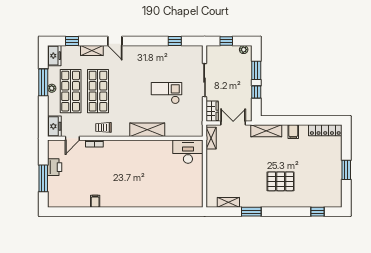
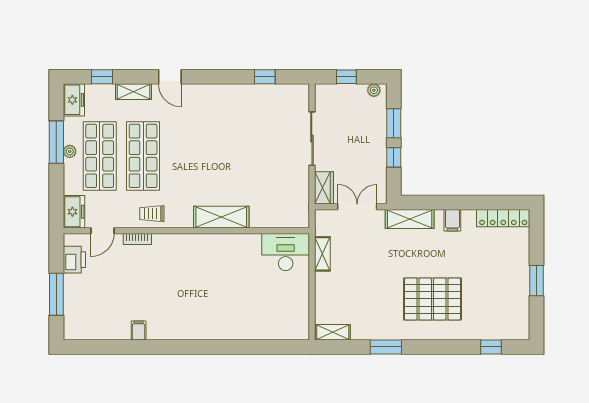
checkout: (166, 93) -> (252, 159), removed
shelving: (211, 138) -> (322, 254), moved
printer: (55, 167) -> (74, 260), moved
pallet: (281, 181) -> (432, 299), width x1.37, depth x1.41
shelving: (228, 202) -> (333, 332), moved

